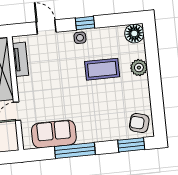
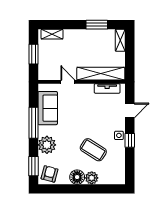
floor lamp: (134, 34) -> (77, 177), moved
coffee table: (102, 69) -> (93, 150), turned -58
plant: (102, 130) -> (47, 145), added

